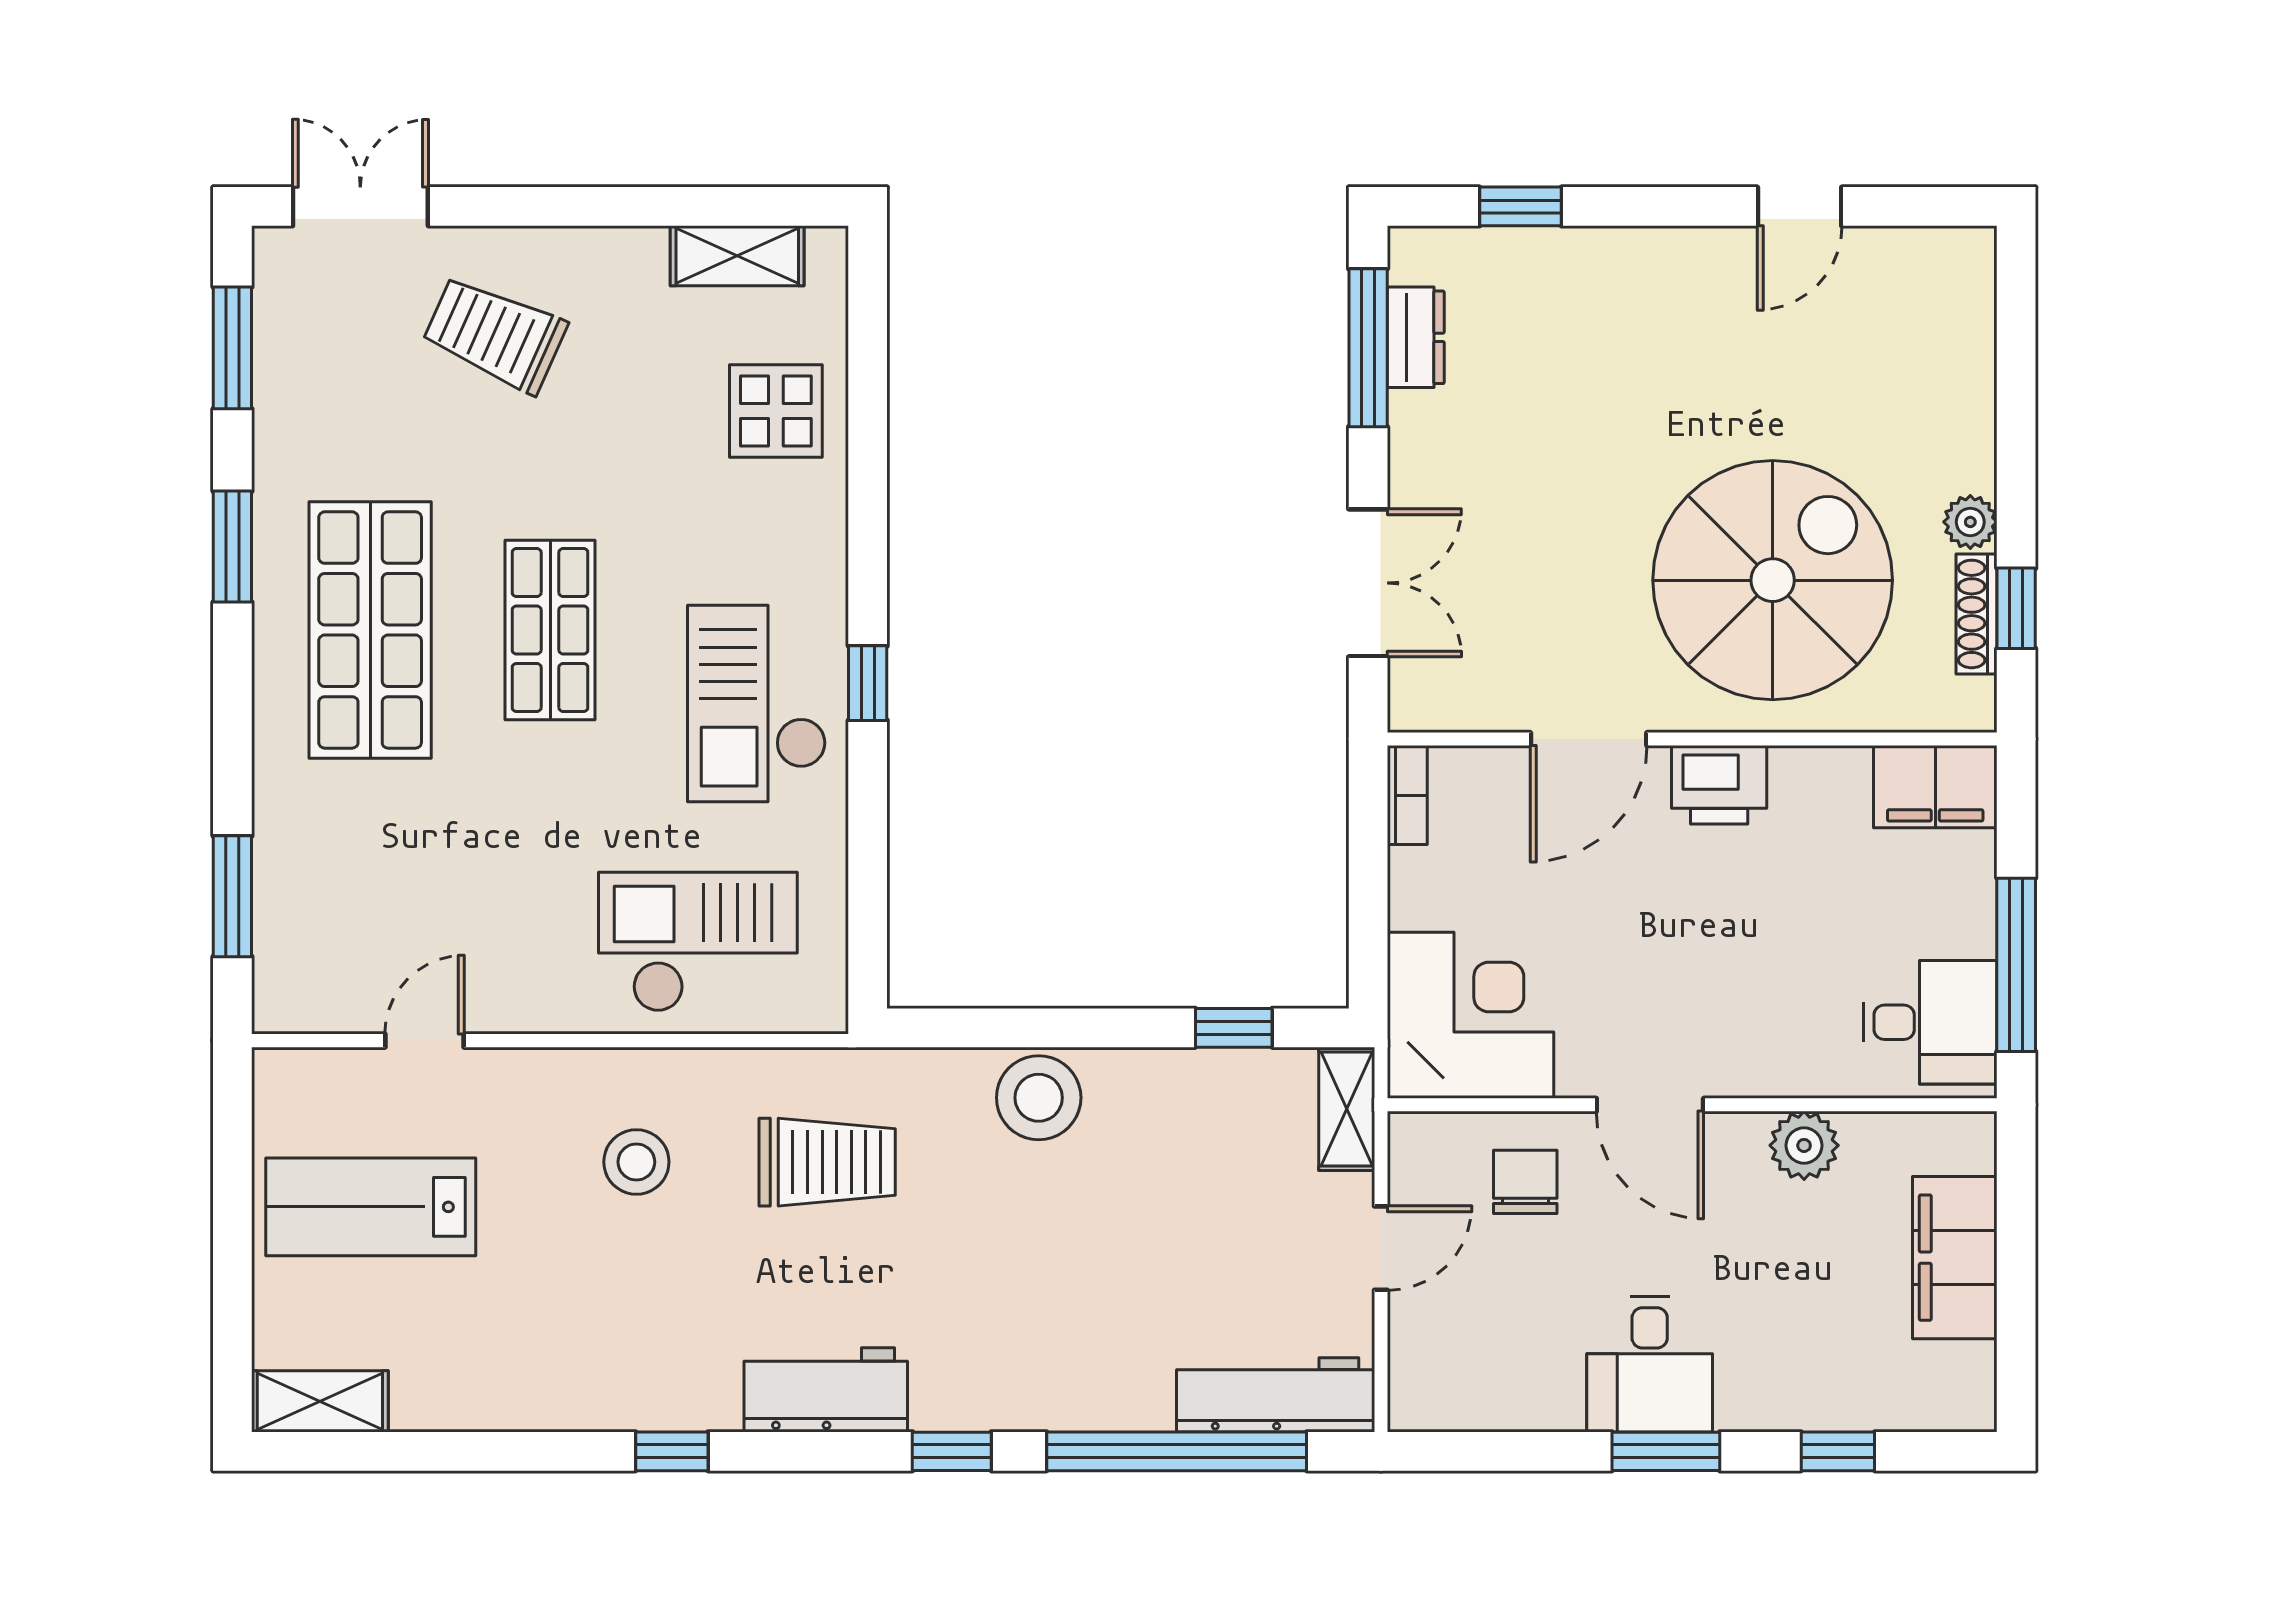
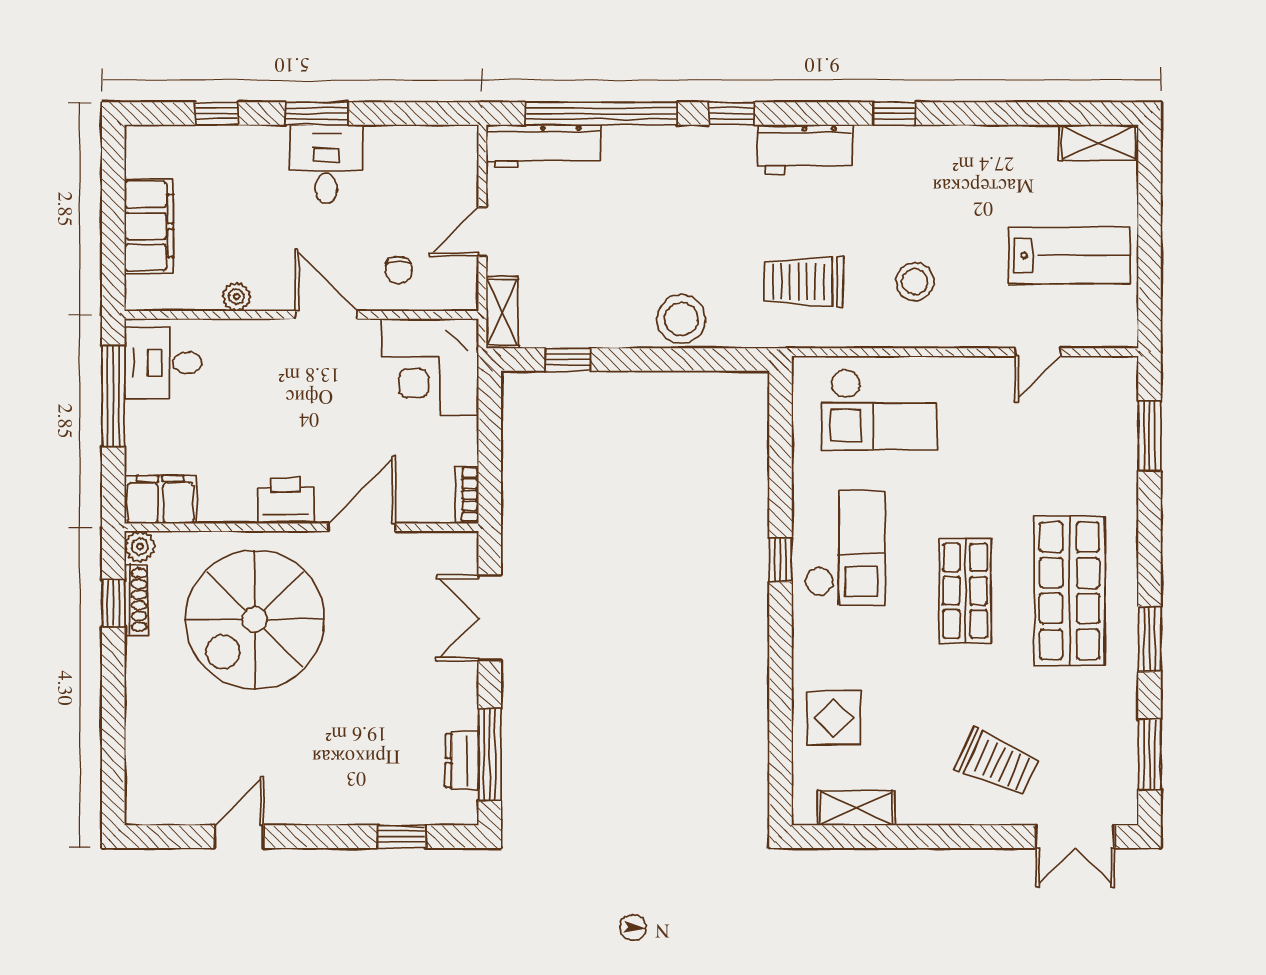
plant: (1970, 522) -> (140, 546), moved
plant: (1804, 1145) -> (237, 297), width x0.73, depth x0.73
chair: (1525, 1182) -> (398, 270), width x0.73, depth x0.73

